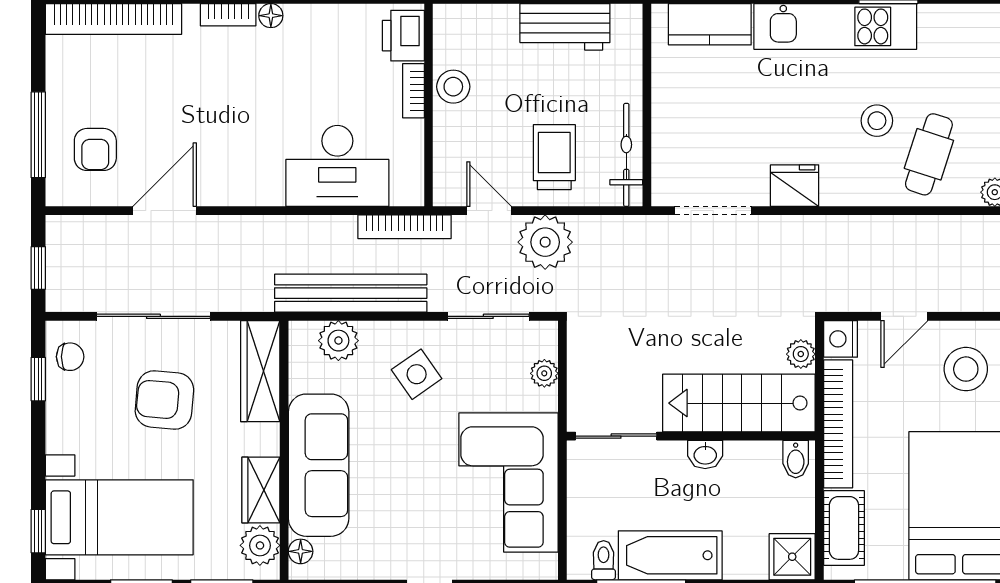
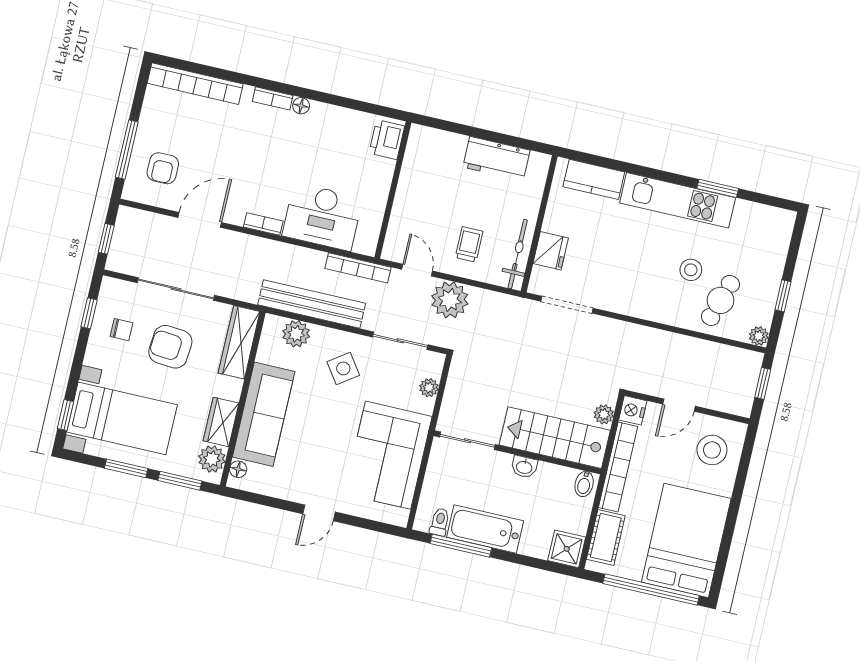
stool: (453, 87) -> (412, 182), removed
bookcase: (413, 91) -> (263, 224), moved, turned 90
trolley: (554, 157) -> (469, 244), width x0.73, depth x0.72
fridge: (795, 186) -> (551, 251), moved, turned 90
chair: (70, 357) -> (121, 330), moved

